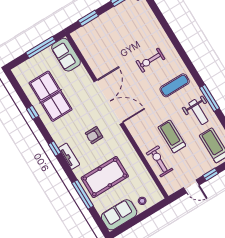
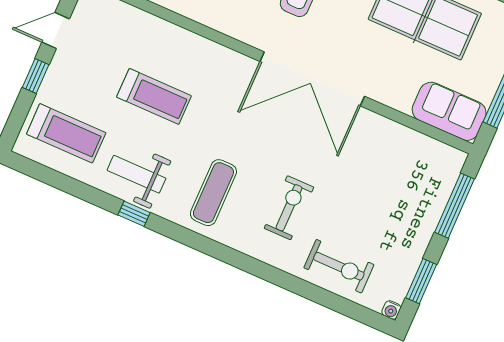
window: (88, 18) -> (455, 206), width x1.44
window: (210, 98) -> (134, 214), width x0.46
exercise bike: (160, 161) -> (339, 266), moved

